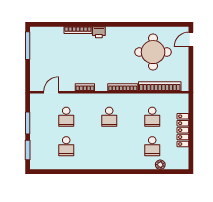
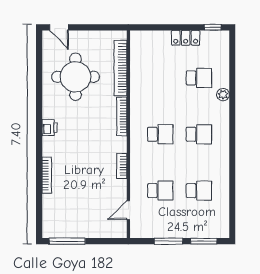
printer: (99, 32) -> (50, 128), moved
door: (51, 92) -> (128, 210), hinge flipped
school desk: (152, 117) -> (199, 134), moved
locker: (183, 130) -> (186, 38), width x0.66
window: (191, 157) -> (213, 27), added
plant: (160, 165) -> (223, 95), moved

